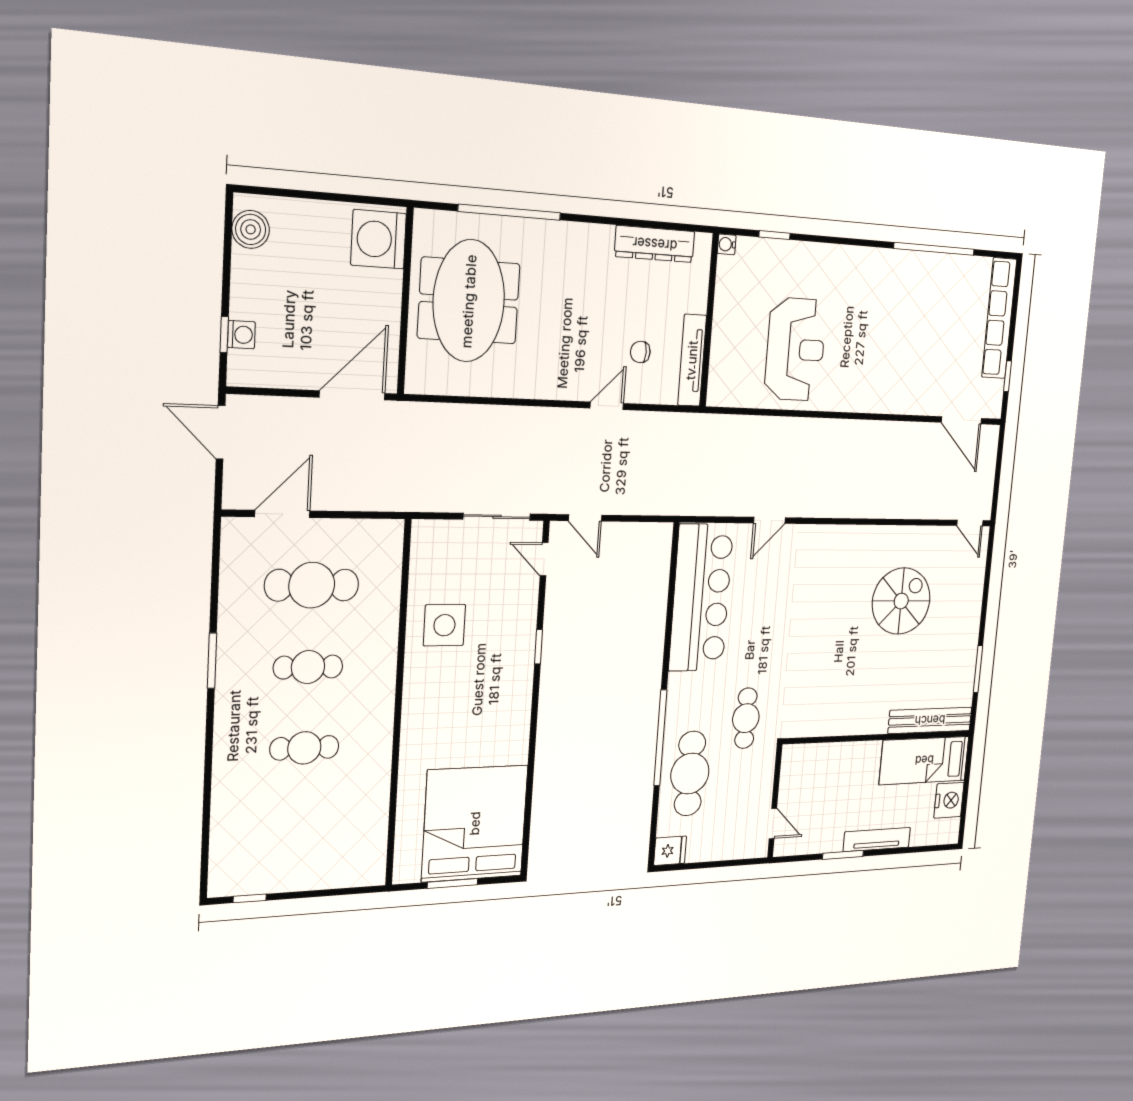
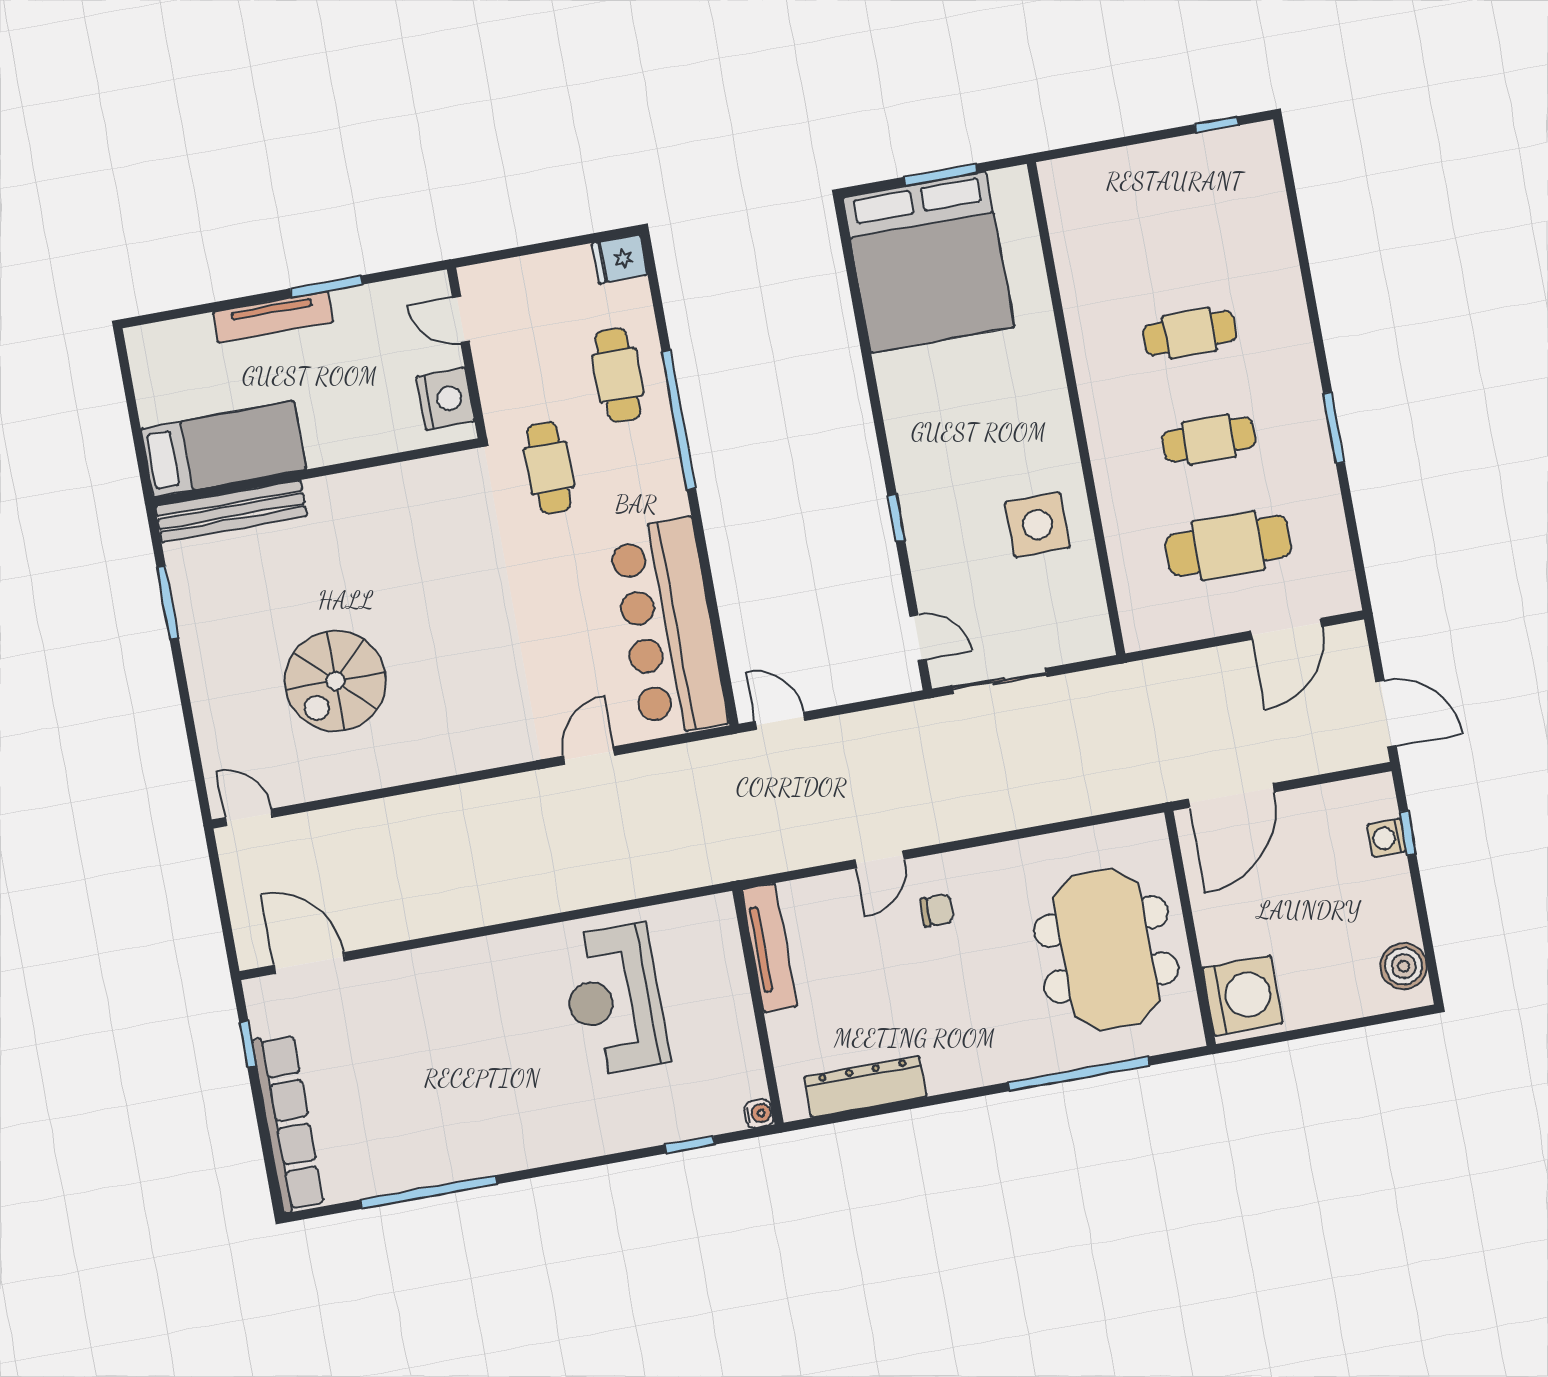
chair: (640, 352) -> (937, 910), moved
door: (585, 518) -> (780, 721), moved
cafe table: (690, 774) -> (618, 375), width x0.73, depth x0.74
nightstand: (949, 800) -> (445, 399), moved, turned 180

